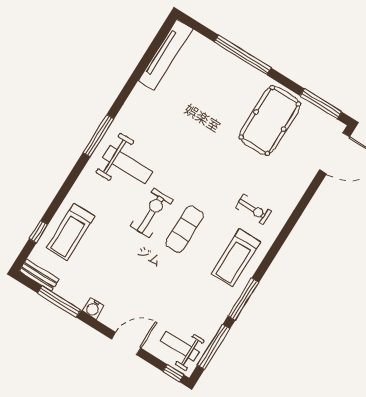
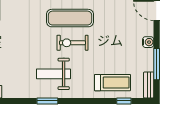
window: (98, 136) -> (47, 101), width x0.69
weight bench: (128, 165) -> (53, 74), turned -90
exercise mat: (185, 229) -> (70, 18), width x1.36, depth x1.45

